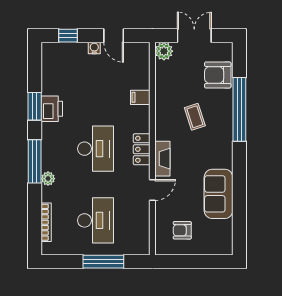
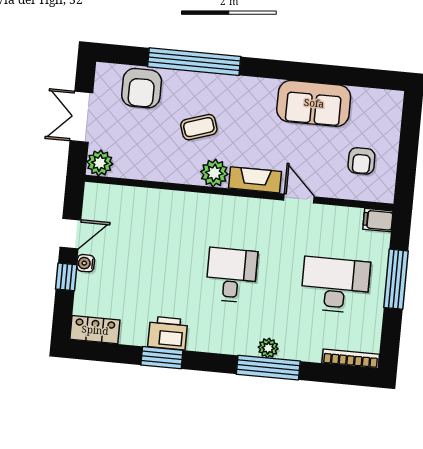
window: (68, 36) -> (66, 277), moved
filing cabinet: (140, 97) -> (378, 220), moved, turned 90
plant: (164, 130) -> (214, 173), added
desk: (96, 149) -> (231, 275), width x0.73
locker: (142, 149) -> (95, 330), moved, turned 180
window: (35, 161) -> (268, 368), moved
bookcase: (46, 222) -> (351, 359), moved

